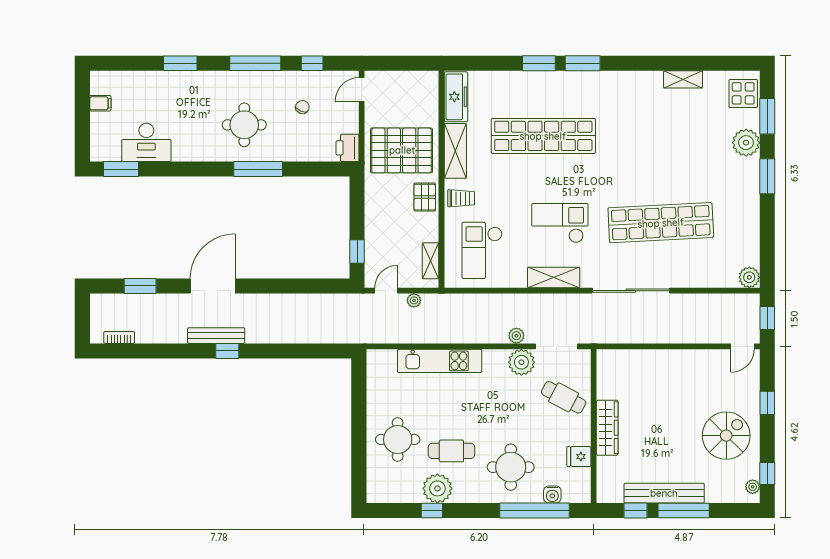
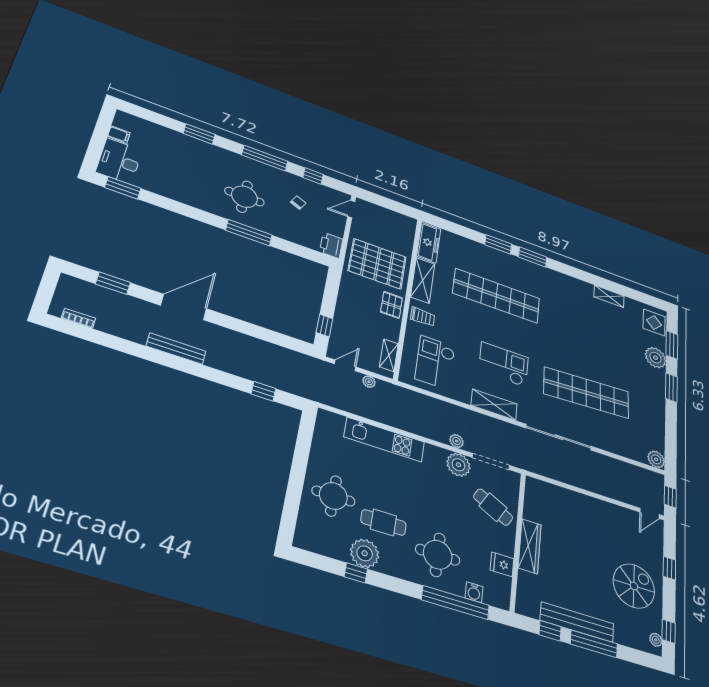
desk: (146, 142) -> (119, 161), moved, turned 90
window: (227, 351) -> (263, 391), moved

